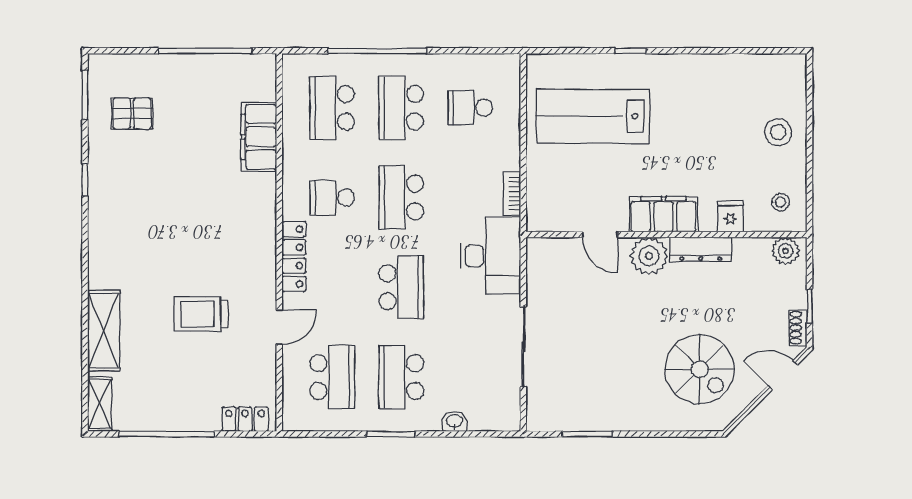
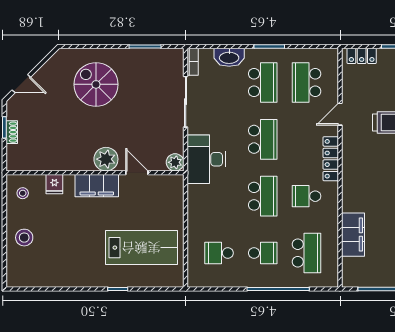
school desk: (401, 108) -> (263, 253), width x0.54
school desk: (470, 108) -> (219, 253), turned 180
bookcase: (512, 194) -> (193, 62), moved
school desk: (332, 198) -> (306, 196), turned 180
dresser: (701, 249) -> (73, 163), removed
plant: (786, 251) -> (175, 162), moved
school desk: (401, 287) -> (263, 139), turned 180
shoe rack: (798, 328) -> (12, 132), moved
spiral stairs: (700, 369) -> (96, 84), moved
washbasin: (454, 421) -> (229, 57), width x1.91, depth x1.45

